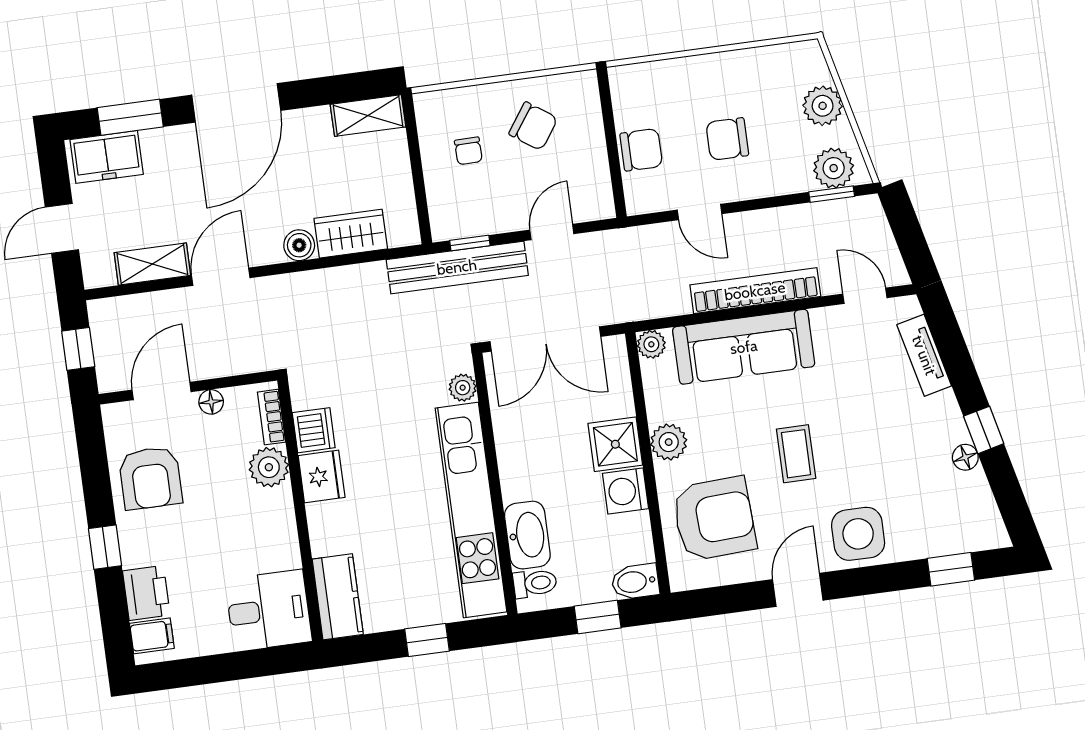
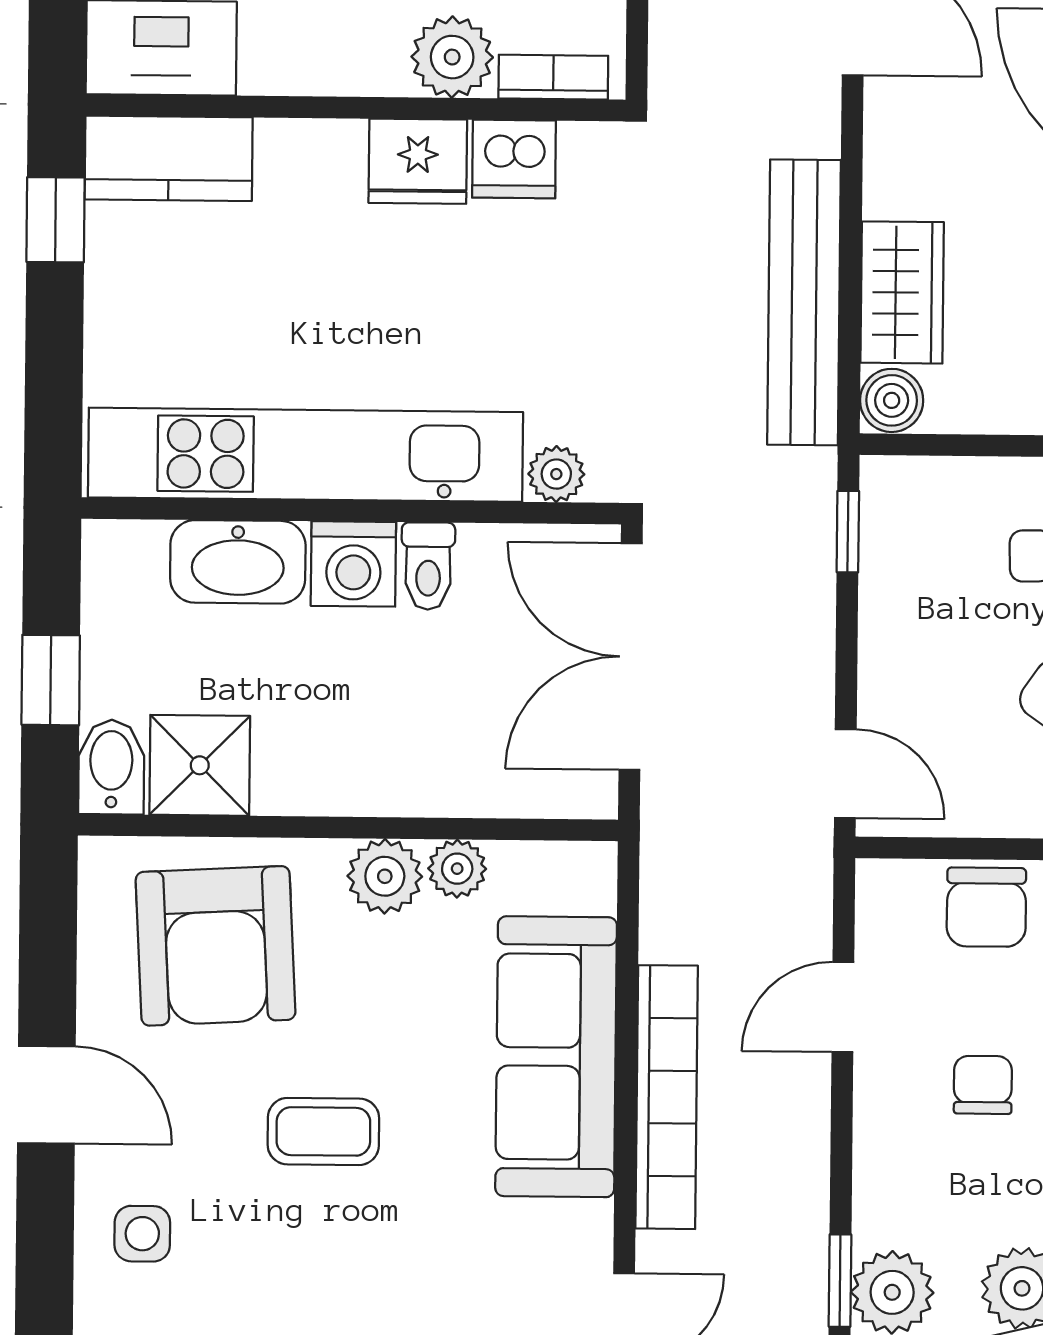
chair: (727, 139) -> (983, 1085), width x0.73, depth x0.73
door: (552, 232) -> (845, 774), moved
boiler: (299, 245) -> (892, 400), moved
bench: (457, 267) -> (804, 302), moved
plant: (651, 344) -> (457, 869), moved
shower: (615, 444) -> (200, 765), moved
washing machine: (625, 491) -> (353, 564), moved, turned 180
side table: (858, 534) -> (142, 1234), width x0.54, depth x0.54
toilet: (535, 583) -> (428, 566), moved
window: (427, 640) -> (56, 220), moved

